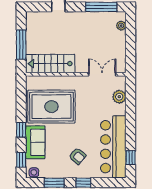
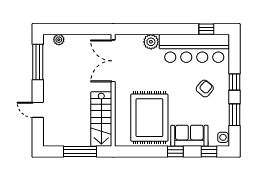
double door: (102, 74) -> (113, 61), width x1.37
plant: (119, 97) -> (151, 42), moved

